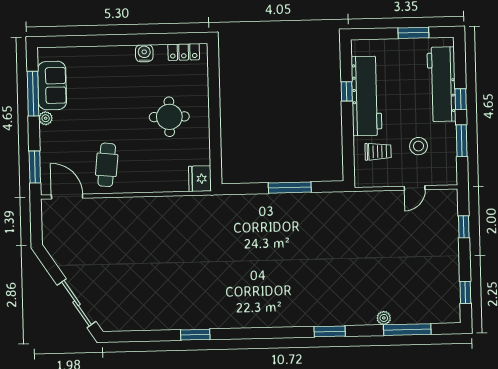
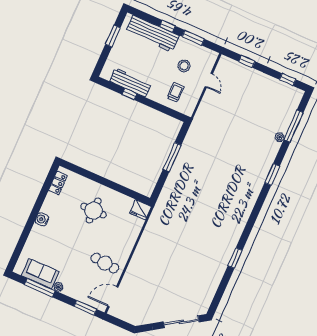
water cooler: (144, 53) -> (42, 219), moved
workbench: (366, 96) -> (130, 83), width x0.73, depth x0.76

